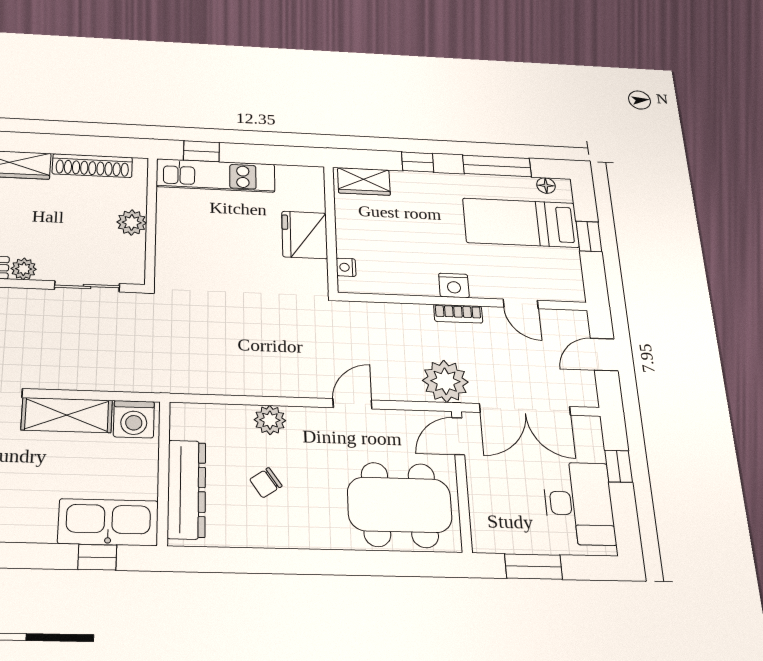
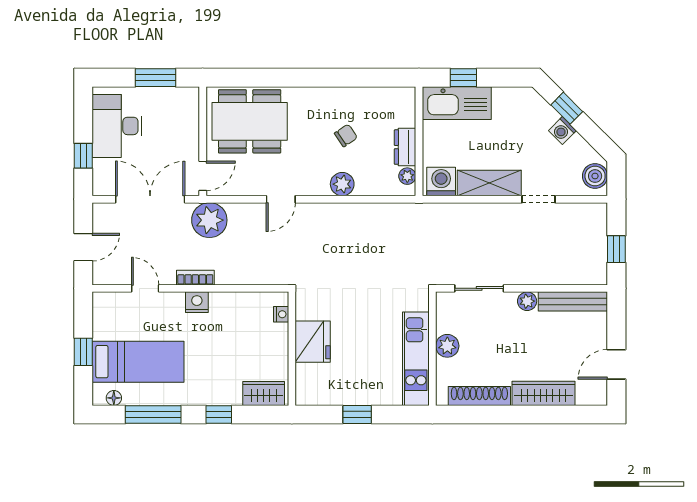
window: (201, 151) -> (357, 414), moved
kitchen unit: (216, 175) -> (416, 359), moved, turned -90
plant: (181, 427) -> (407, 176), added
dresser: (187, 489) -> (405, 147), width x0.51, depth x0.80

